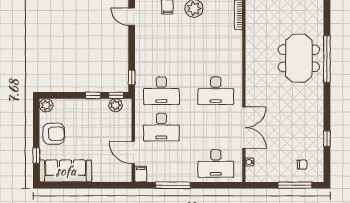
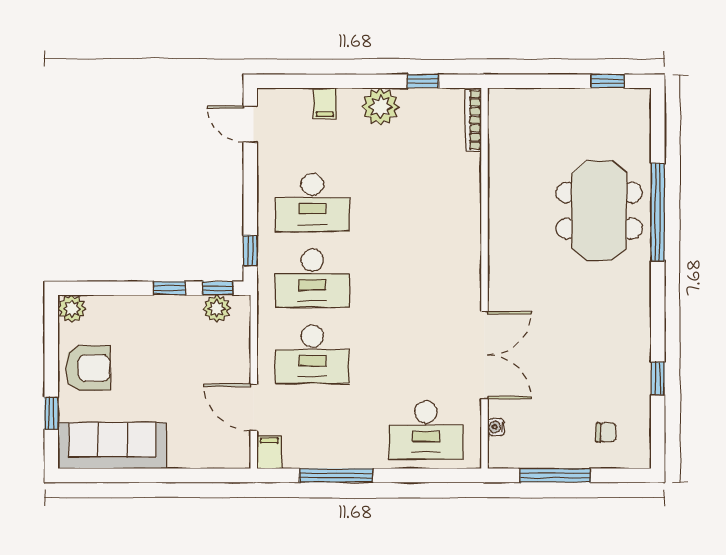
desk: (216, 91) -> (312, 202), moved
window: (295, 185) -> (555, 475), moved

